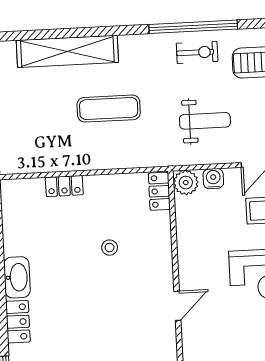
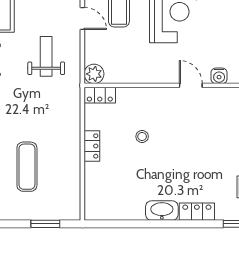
exercise mat: (109, 109) -> (27, 167), moved
water cooler: (213, 179) -> (219, 76), moved, turned -90
locker: (64, 186) -> (92, 146), moved

